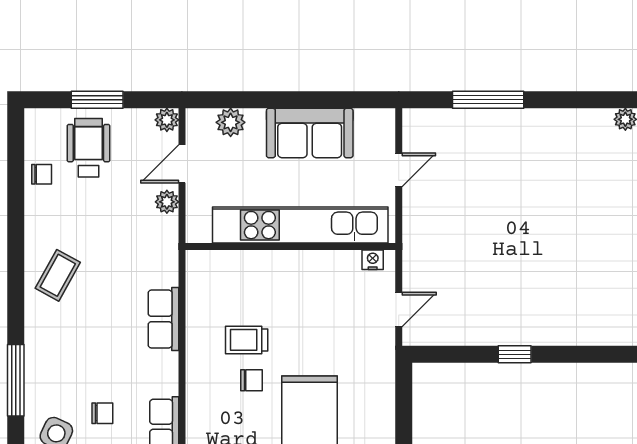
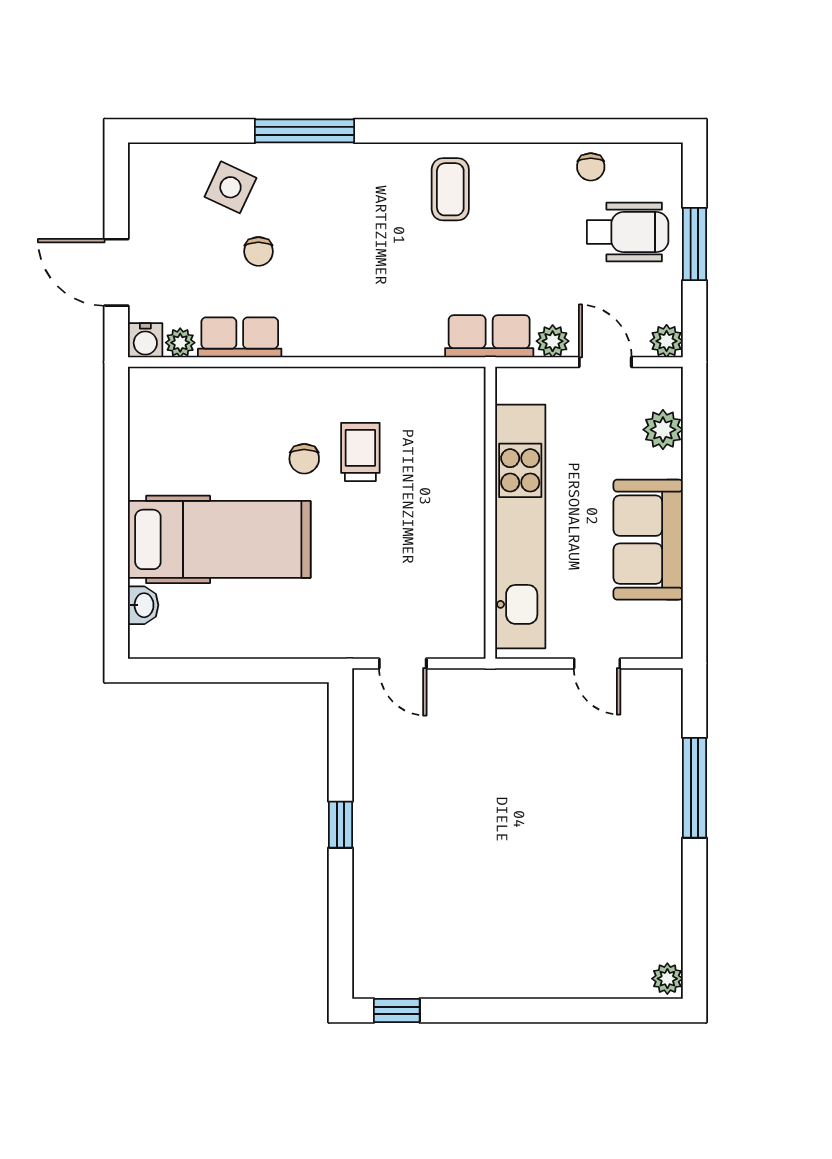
nightstand: (373, 260) -> (472, 627), removed
coffee table: (58, 275) -> (450, 189), turned 61
row of seats: (163, 319) -> (489, 336), moved

